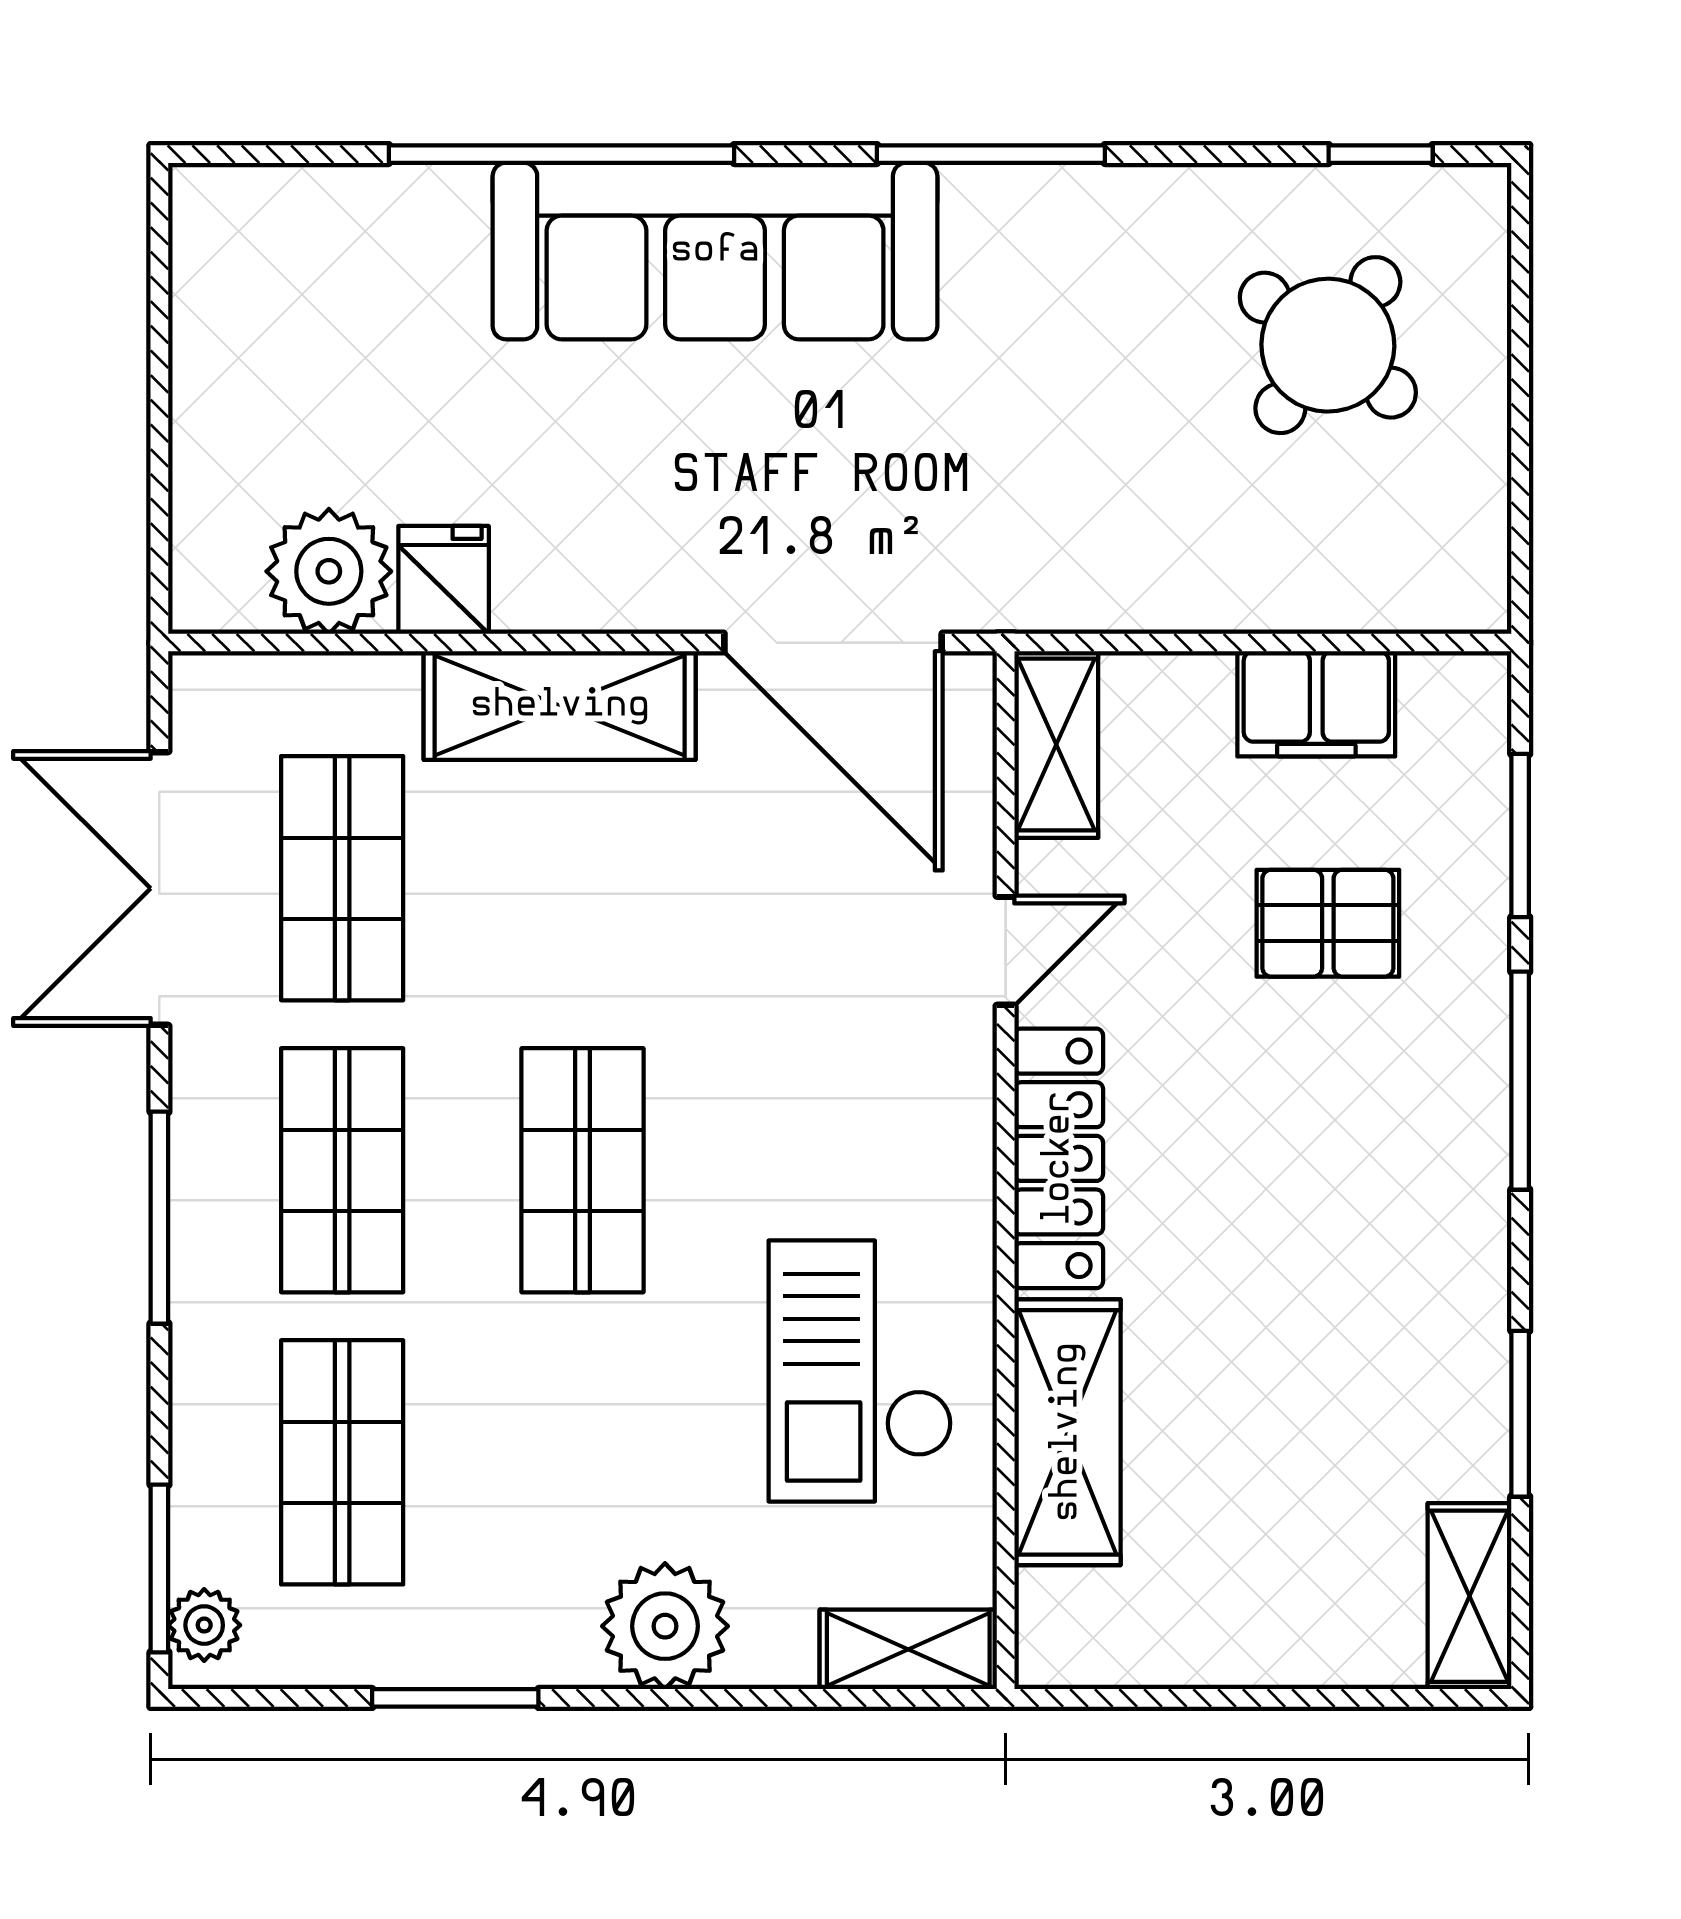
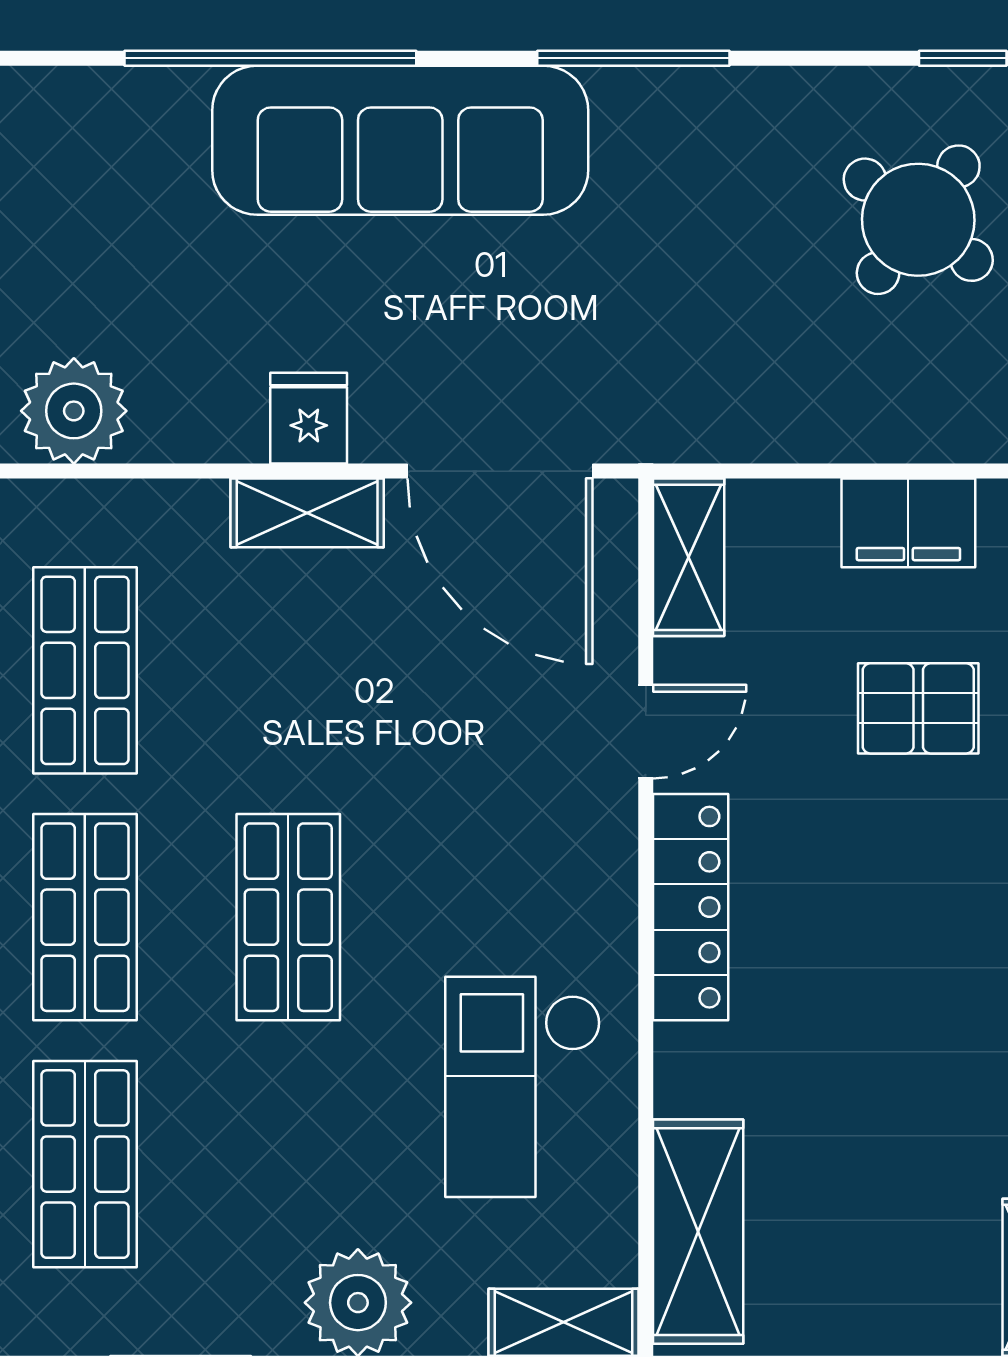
fridge: (444, 580) -> (309, 418), moved
shelving: (560, 706) -> (307, 513), width x0.67, depth x0.75
shelving: (1067, 1432) -> (698, 1232), moved

